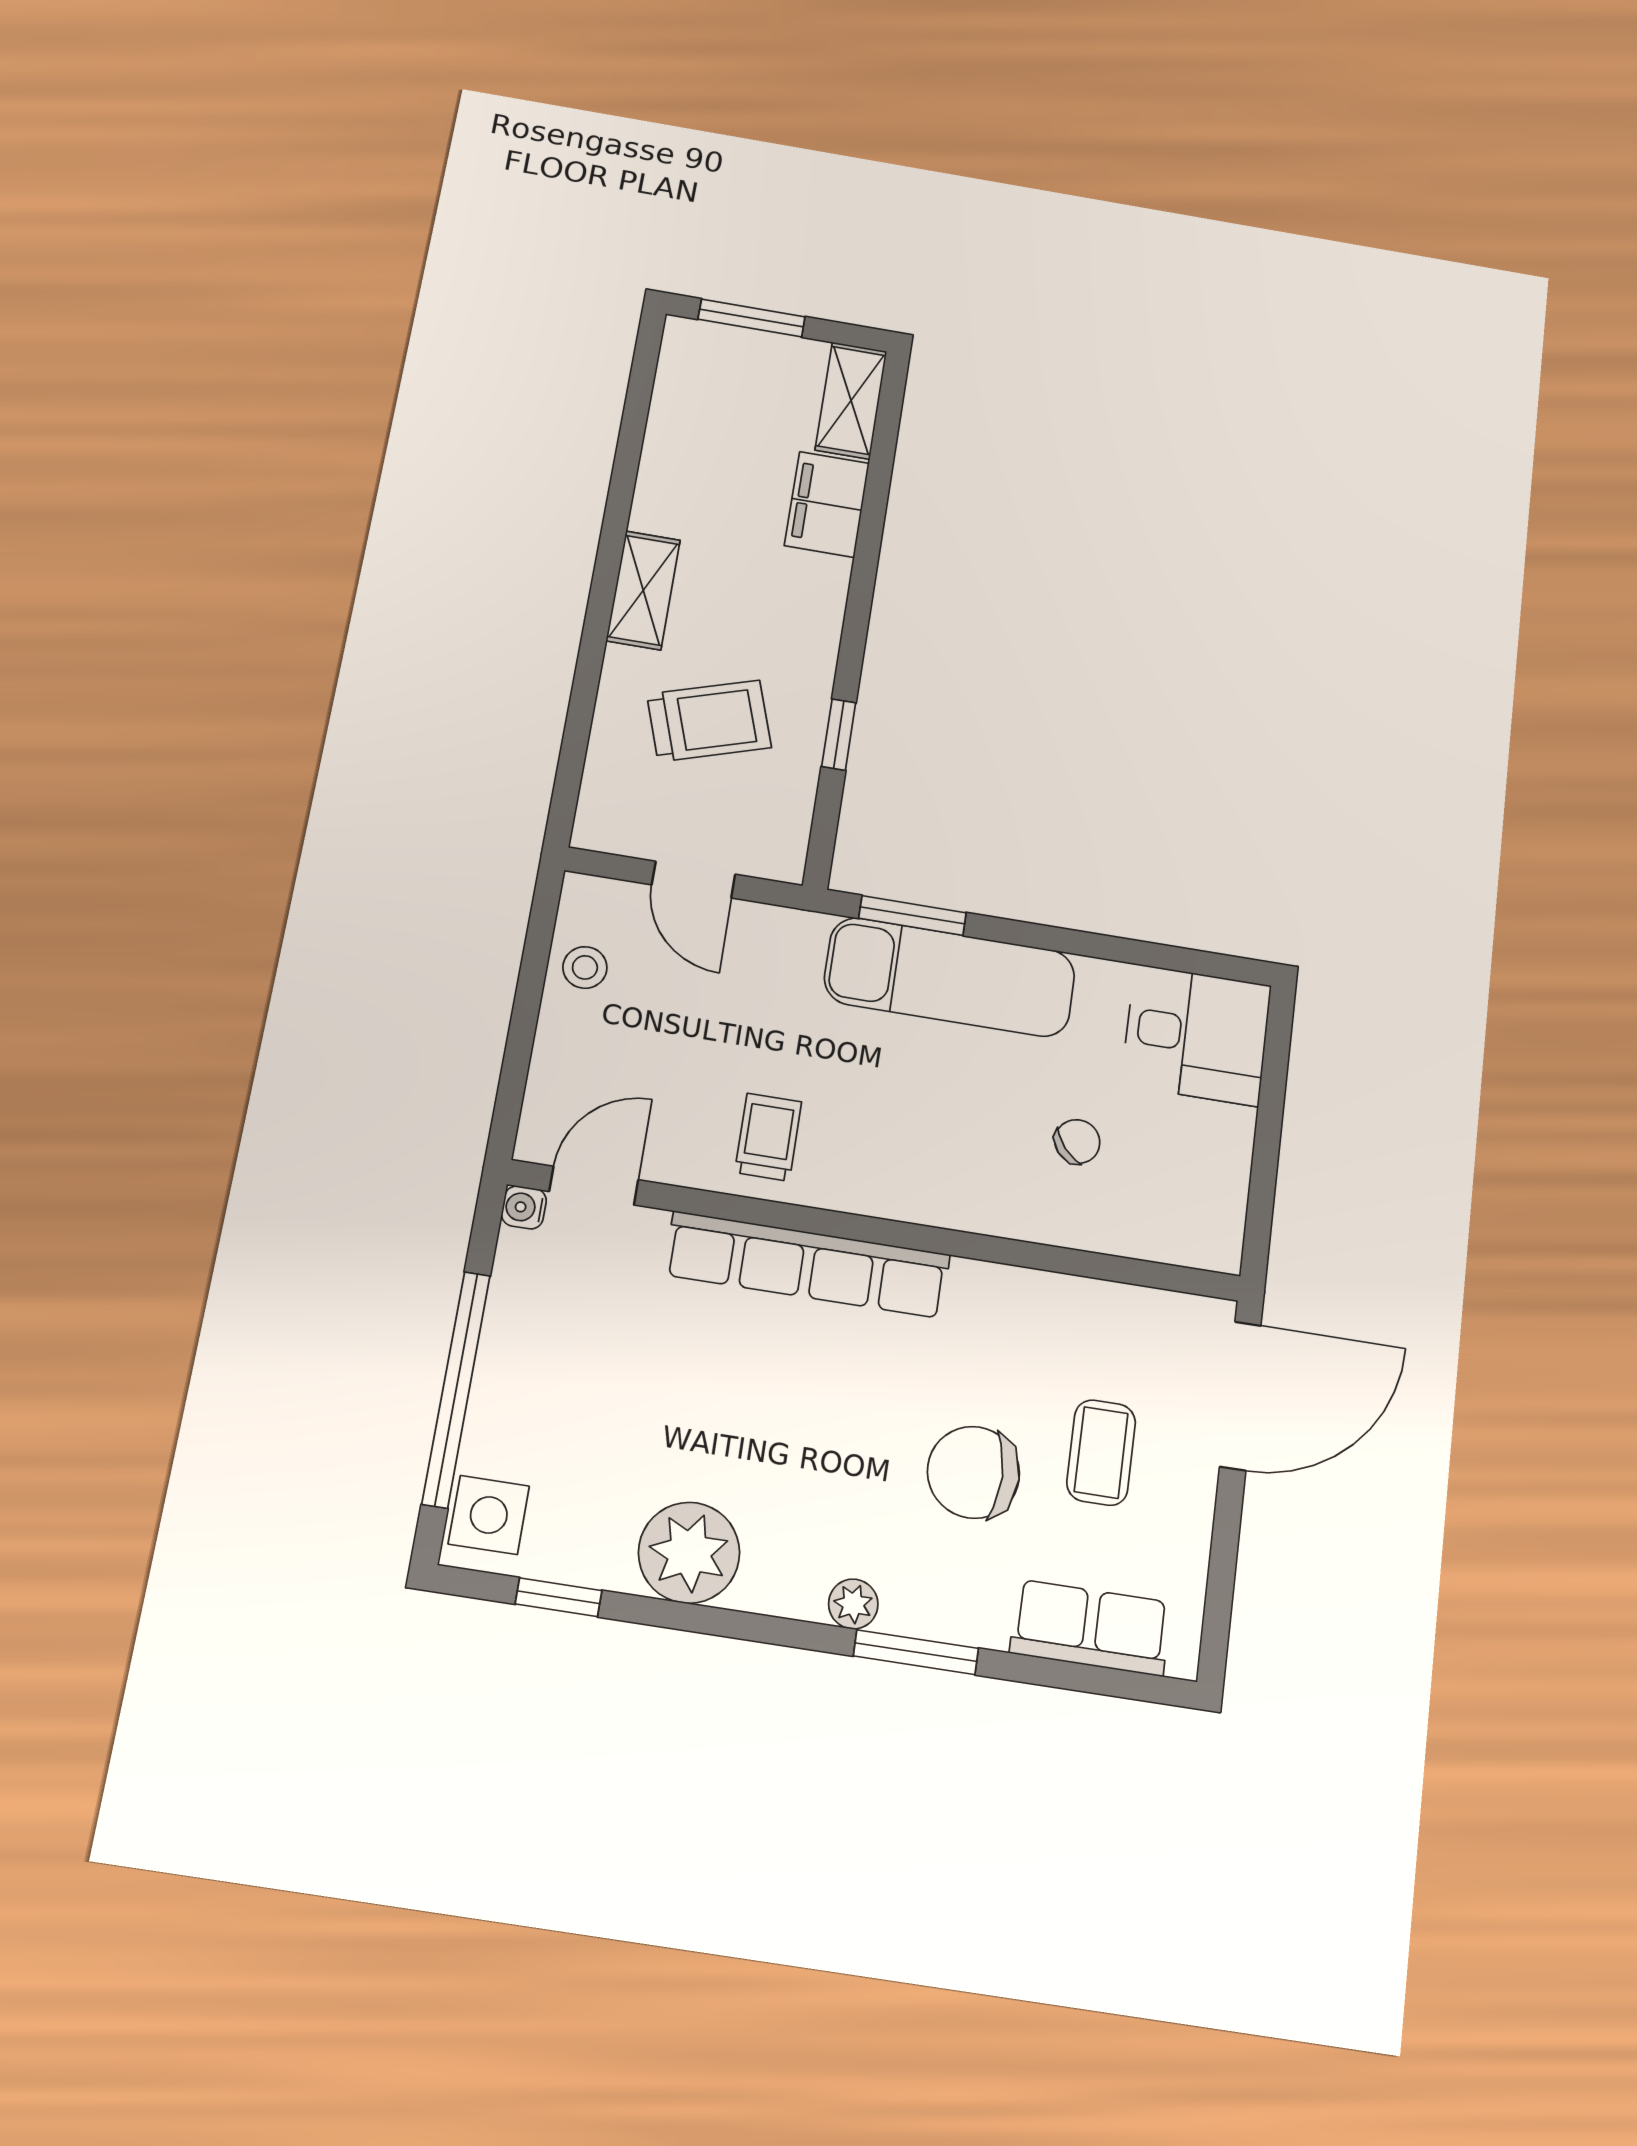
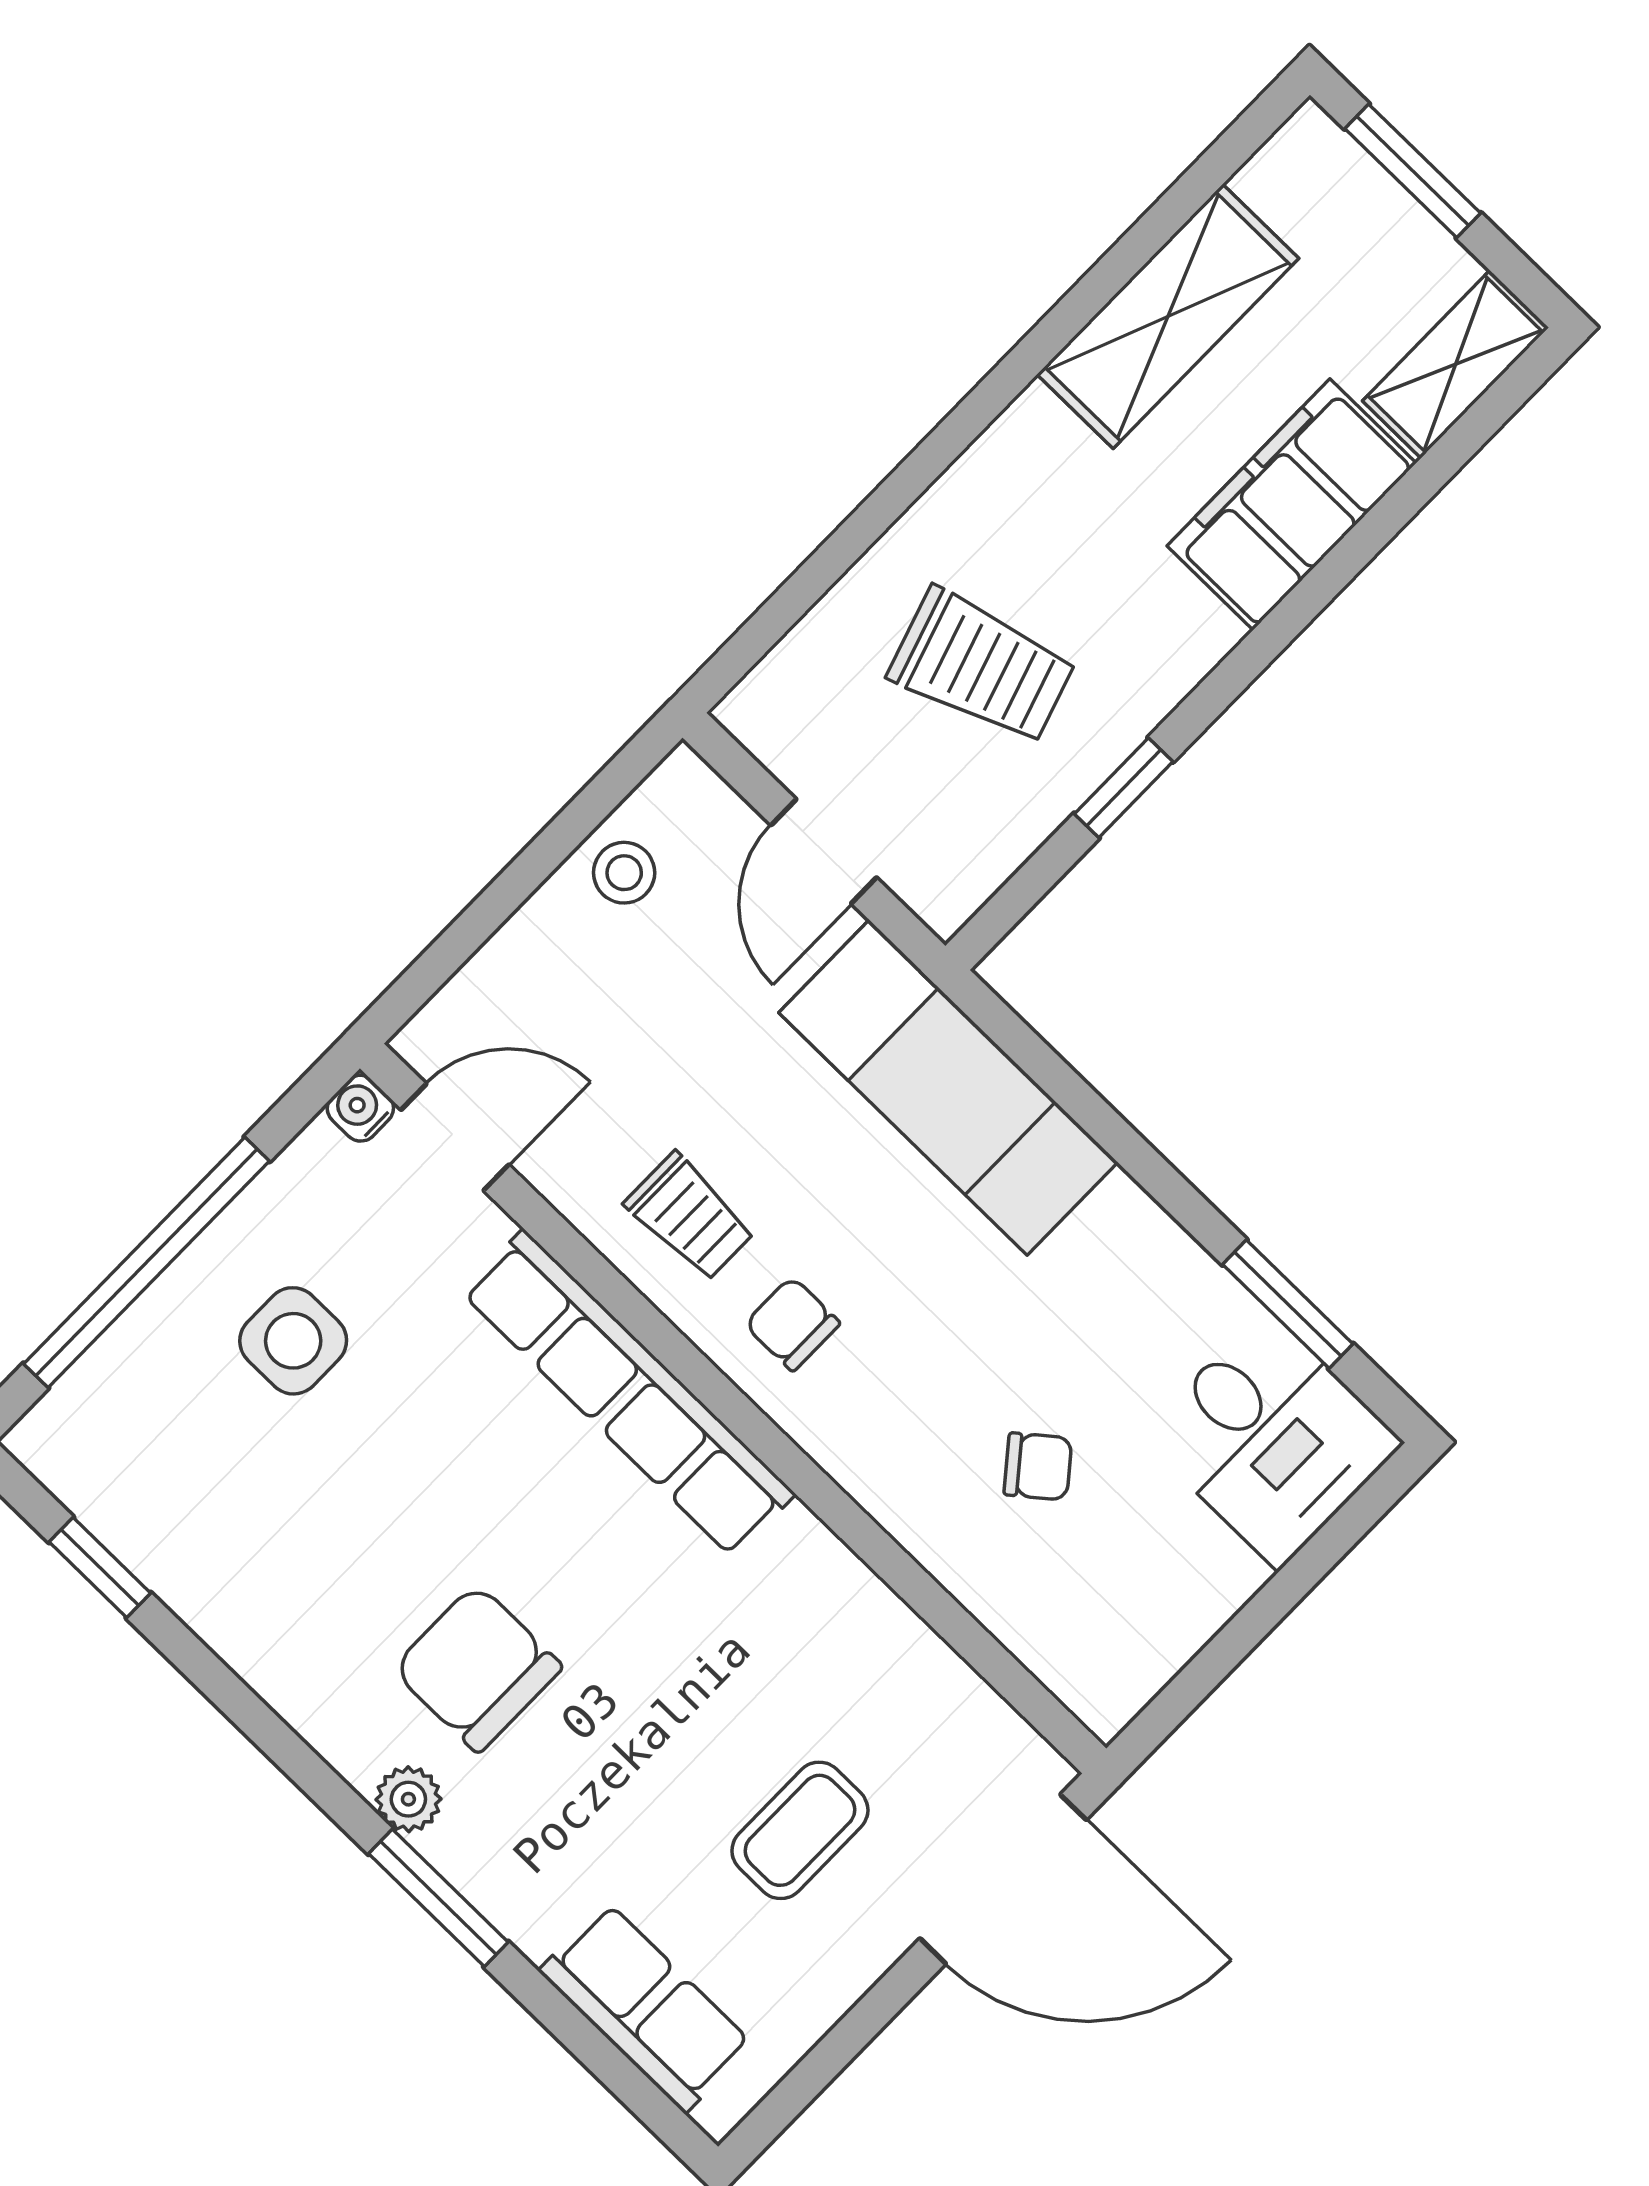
filing cabinet: (827, 504) -> (1292, 504), width x1.50, depth x1.17
shelving: (643, 590) -> (1168, 316), moved, width x1.50, depth x1.33
window: (913, 915) -> (1288, 1304), moved
exam couch: (950, 977) -> (948, 1088), moved
trolley: (768, 1137) -> (690, 1217), turned 90
chair: (874, 1158) -> (792, 1324), added
chair: (973, 1472) -> (477, 1668), moved
side table: (489, 1515) -> (293, 1341), moved
plant: (689, 1553) -> (272, 1619), removed

